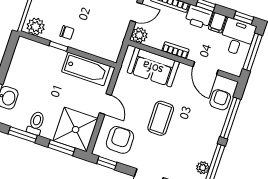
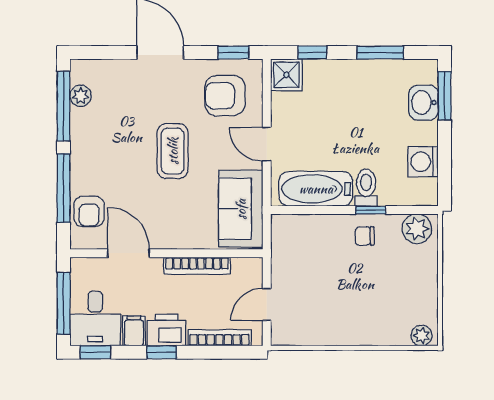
plant: (139, 35) -> (250, 270), removed
bookcase: (176, 50) -> (197, 266), width x1.56
washing machine: (19, 64) -> (423, 162), added
sofa: (153, 67) -> (241, 209), moved, turned -90
toilet: (36, 123) -> (366, 188), moved, turned 180
shower: (76, 130) -> (286, 75), width x0.54, depth x0.54
armchair: (120, 140) -> (225, 96), turned 90
window: (62, 148) -> (312, 53), width x0.67

